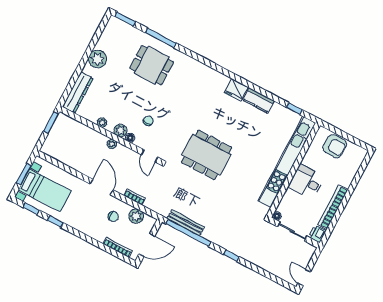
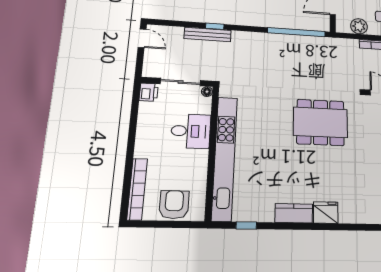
armchair: (335, 146) -> (174, 205), turned 88
desk: (306, 182) -> (191, 131), moved
bookcase: (333, 207) -> (137, 189), moved
bench: (186, 223) -> (208, 34), moved
window: (231, 256) -> (215, 26), moved

